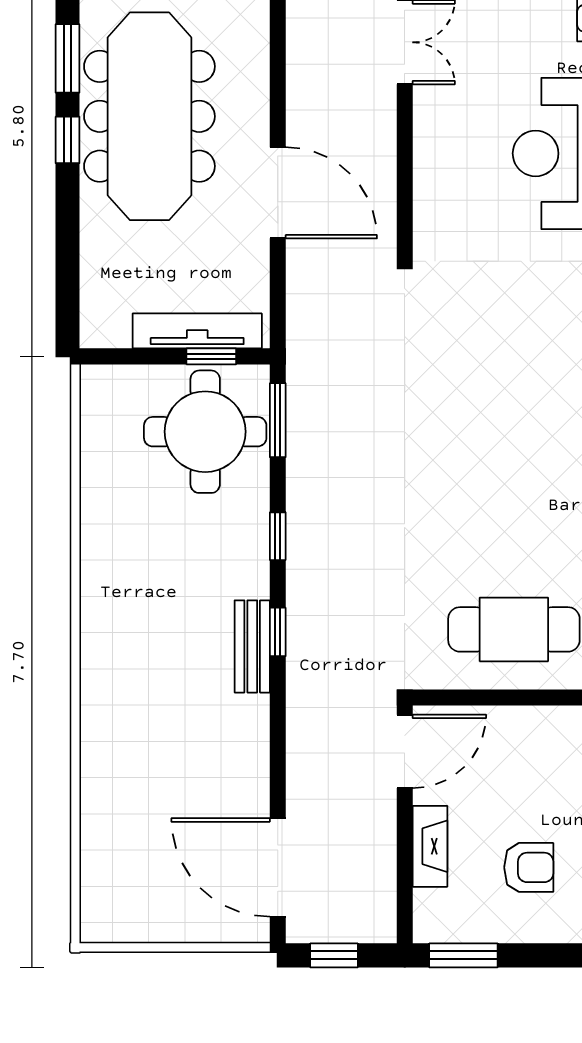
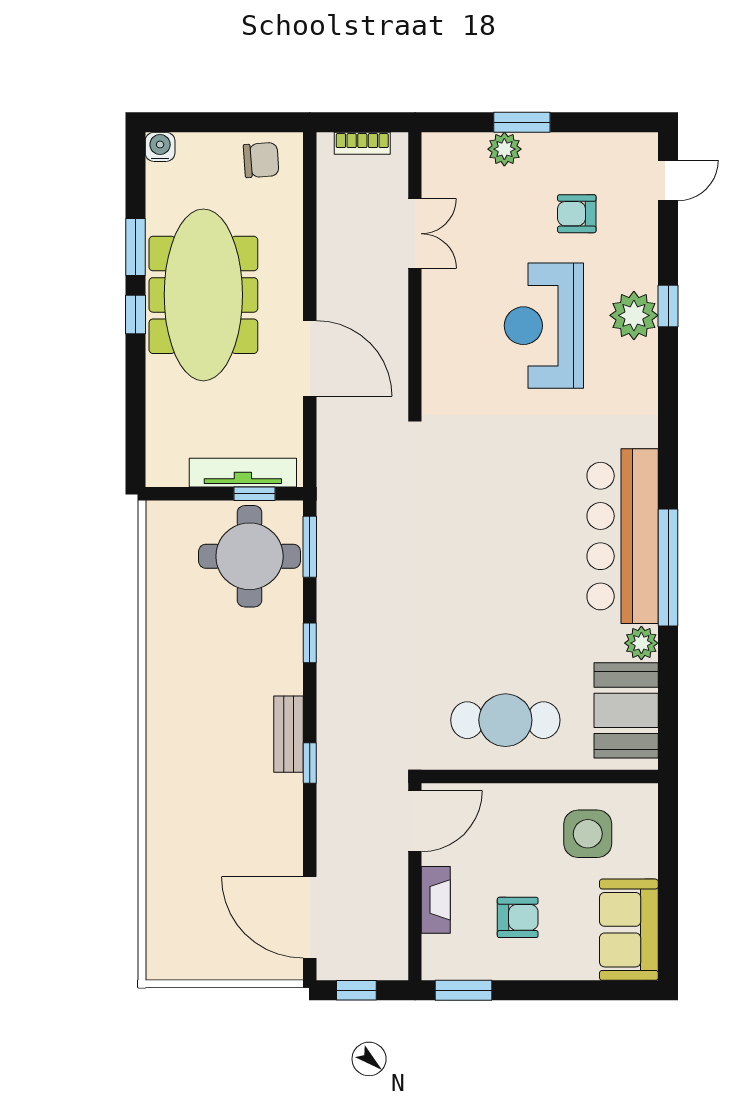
window: (278, 632) -> (310, 763), moved

